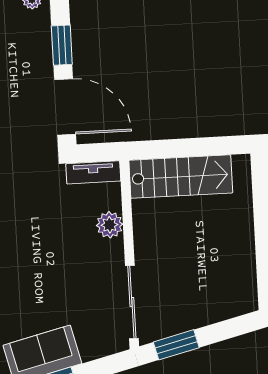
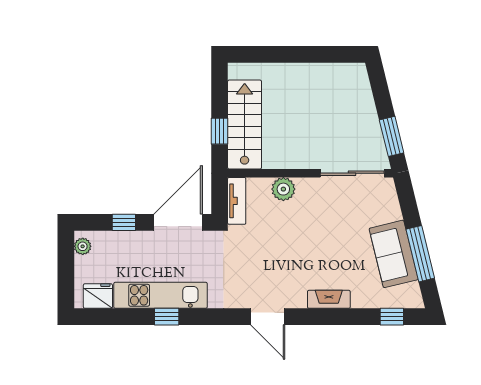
window: (62, 45) -> (124, 222), width x0.67
window: (172, 148) -> (219, 131), added

